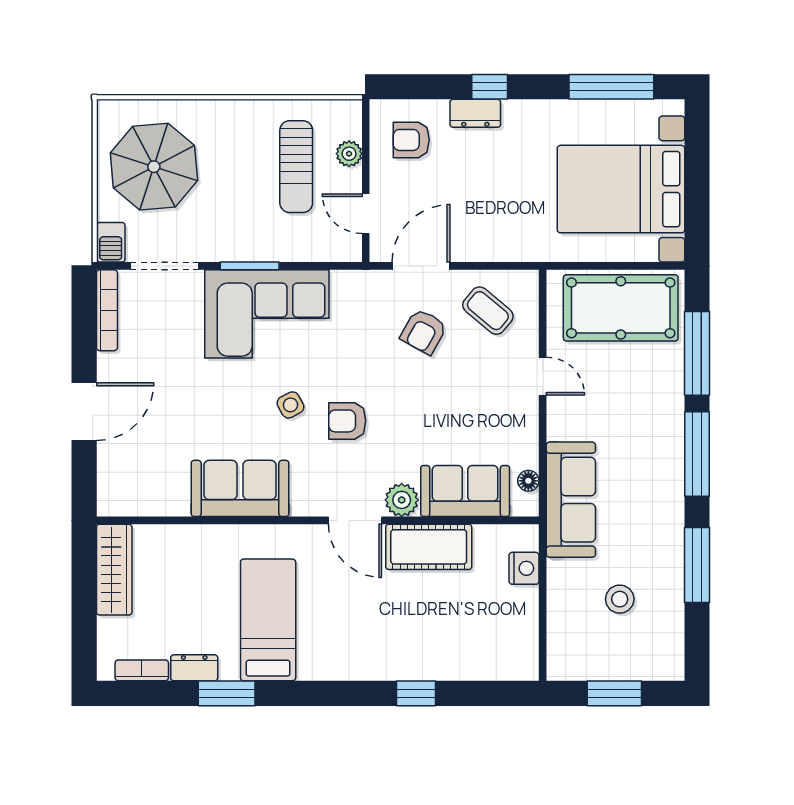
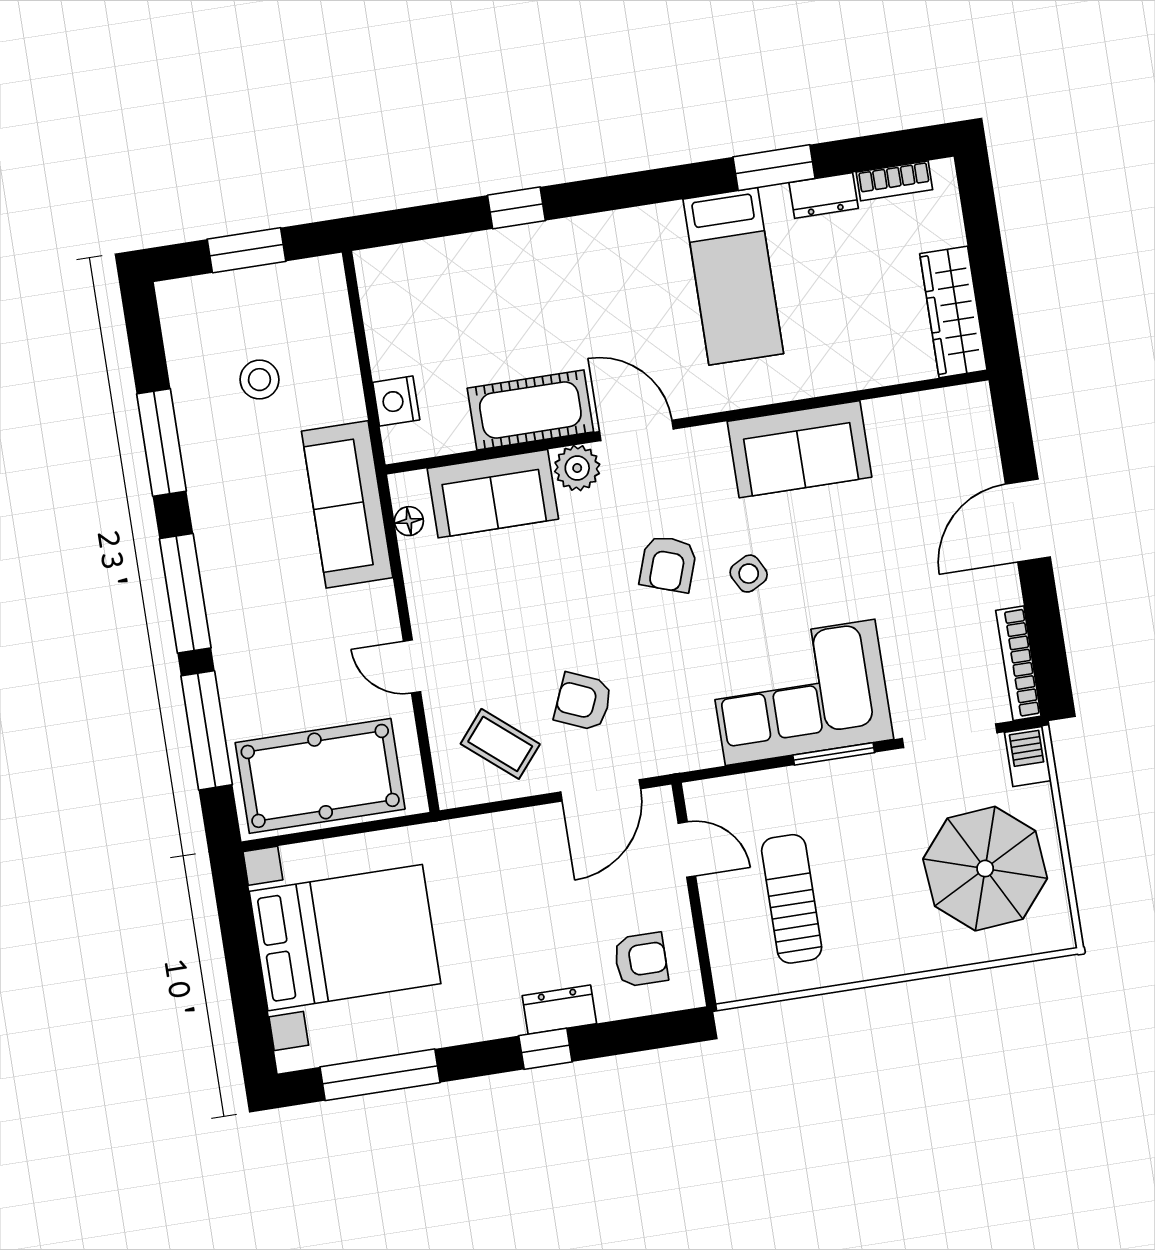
plant: (349, 154) -> (722, 928), removed
armchair: (424, 332) -> (583, 702), turned -96
armchair: (347, 421) -> (668, 564), turned 109

